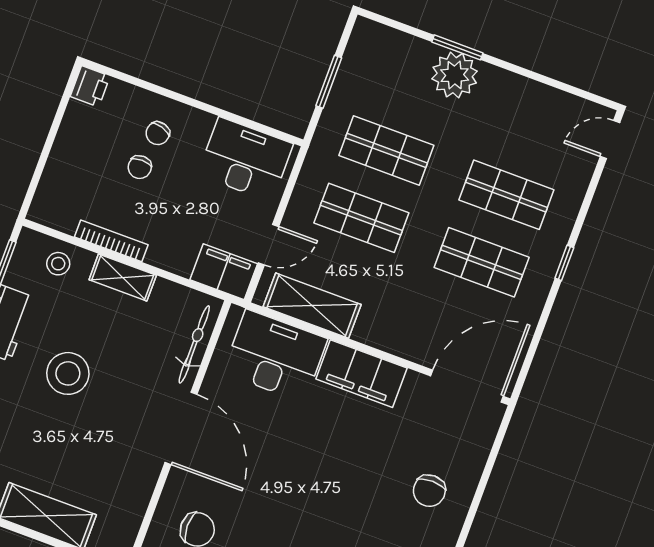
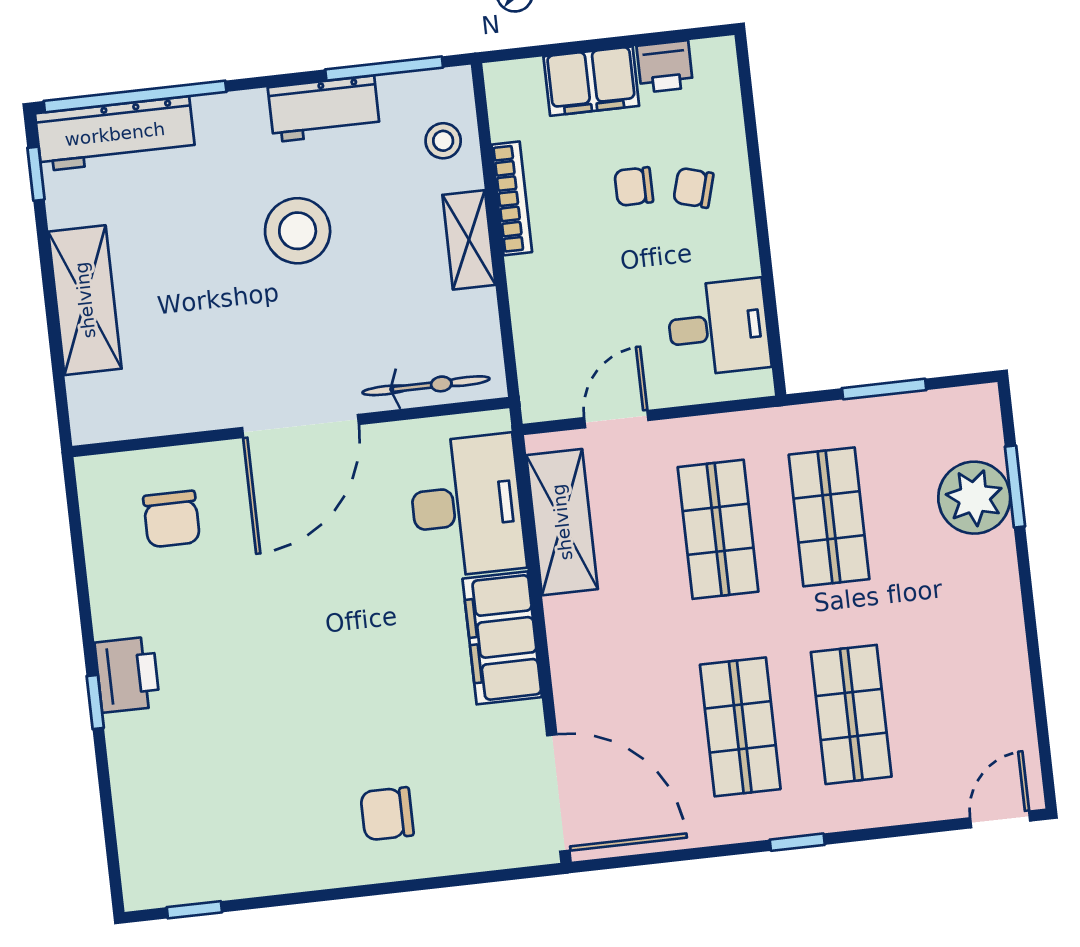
window: (457, 47) -> (1015, 487), moved
plant: (455, 75) -> (974, 498), moved
printer: (90, 86) -> (665, 67), moved
door: (610, 140) -> (1000, 819), hinge flipped
desk: (245, 159) -> (718, 327), width x0.73
door: (269, 245) -> (616, 419), swing flipped
filing cabinet: (224, 272) -> (591, 81), moved, turned 90

